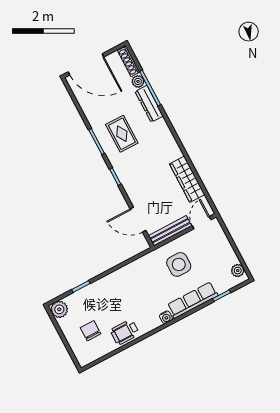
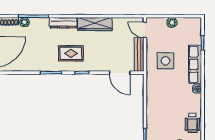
dresser: (149, 104) -> (63, 23), moved
rug: (122, 134) -> (71, 53), moved
wardrobe: (187, 179) -> (95, 24), moved
door: (138, 220) -> (120, 73), hinge flipped
plant: (238, 271) -> (172, 22), moved

